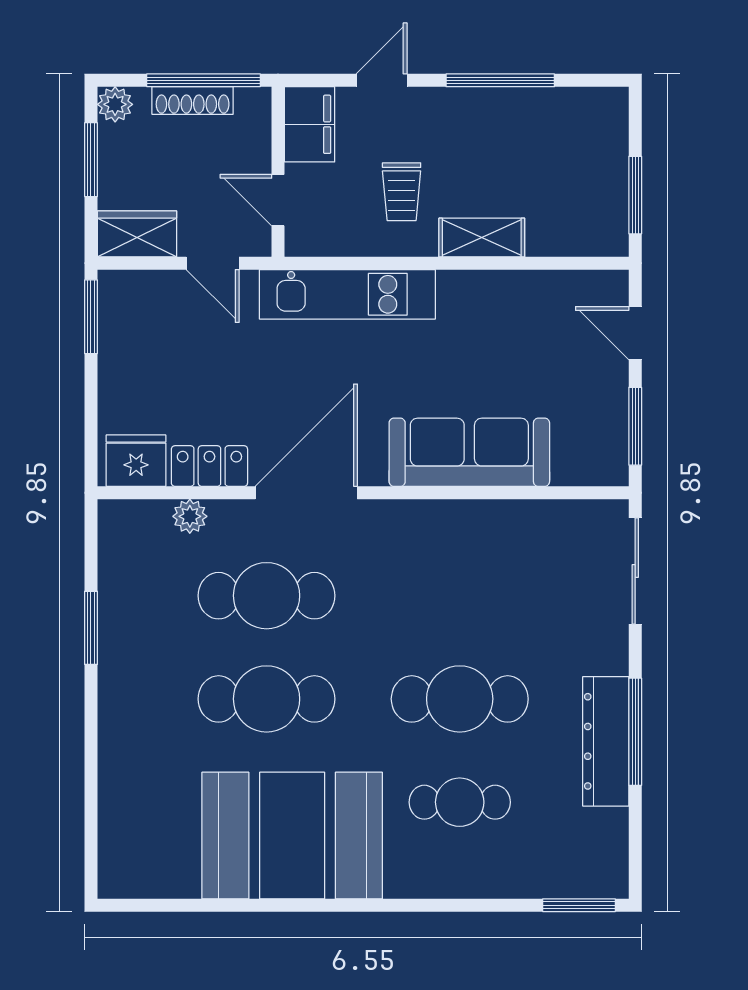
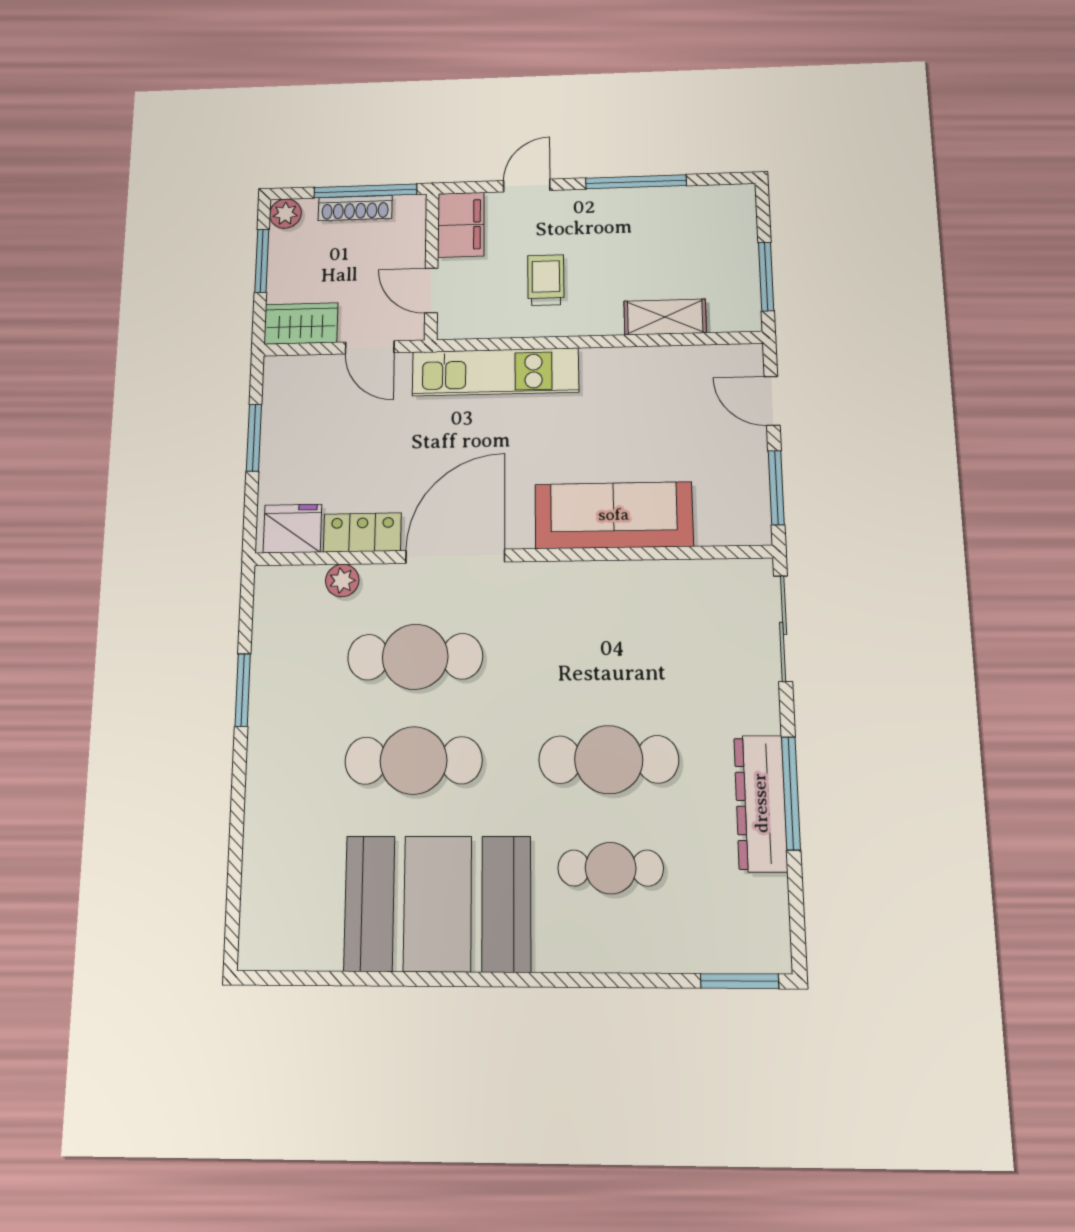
trolley: (402, 192) -> (546, 280), turned 180
shelving: (482, 237) -> (665, 317), moved
window: (91, 317) -> (254, 438), moved

